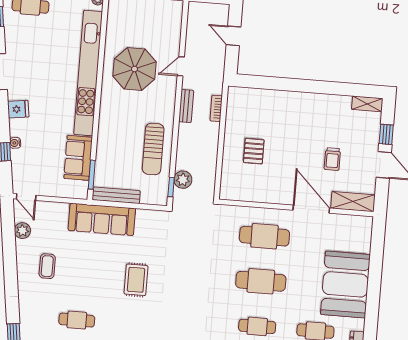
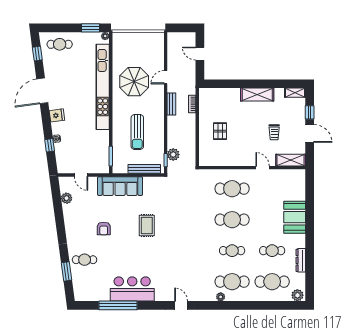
shelving: (312, 102) -> (257, 95), added
sun lounger: (153, 149) -> (137, 132), moved
sofa: (78, 158) -> (101, 145), removed
bench: (116, 195) -> (144, 169), moved
door: (26, 197) -> (81, 175), moved
door: (311, 209) -> (263, 168), width x0.53
coffee table: (47, 266) -> (85, 221), removed
armchair: (73, 279) -> (104, 229), added
booth: (345, 284) -> (295, 217), width x0.73, depth x0.70
cafe table: (77, 320) -> (85, 260), moved

